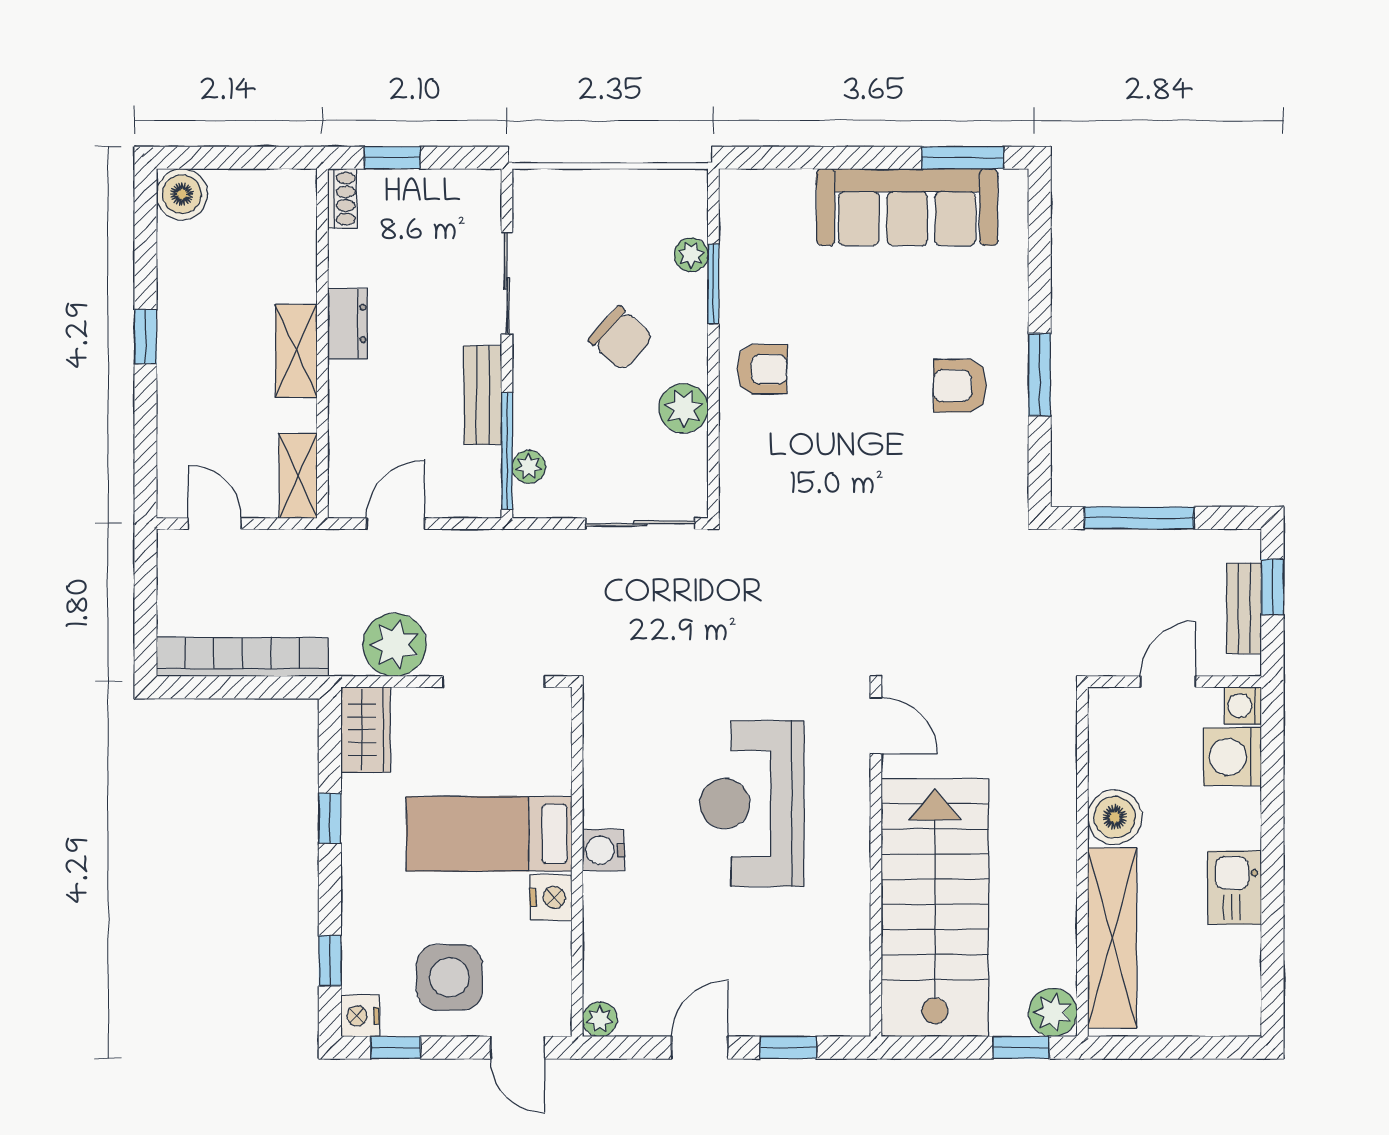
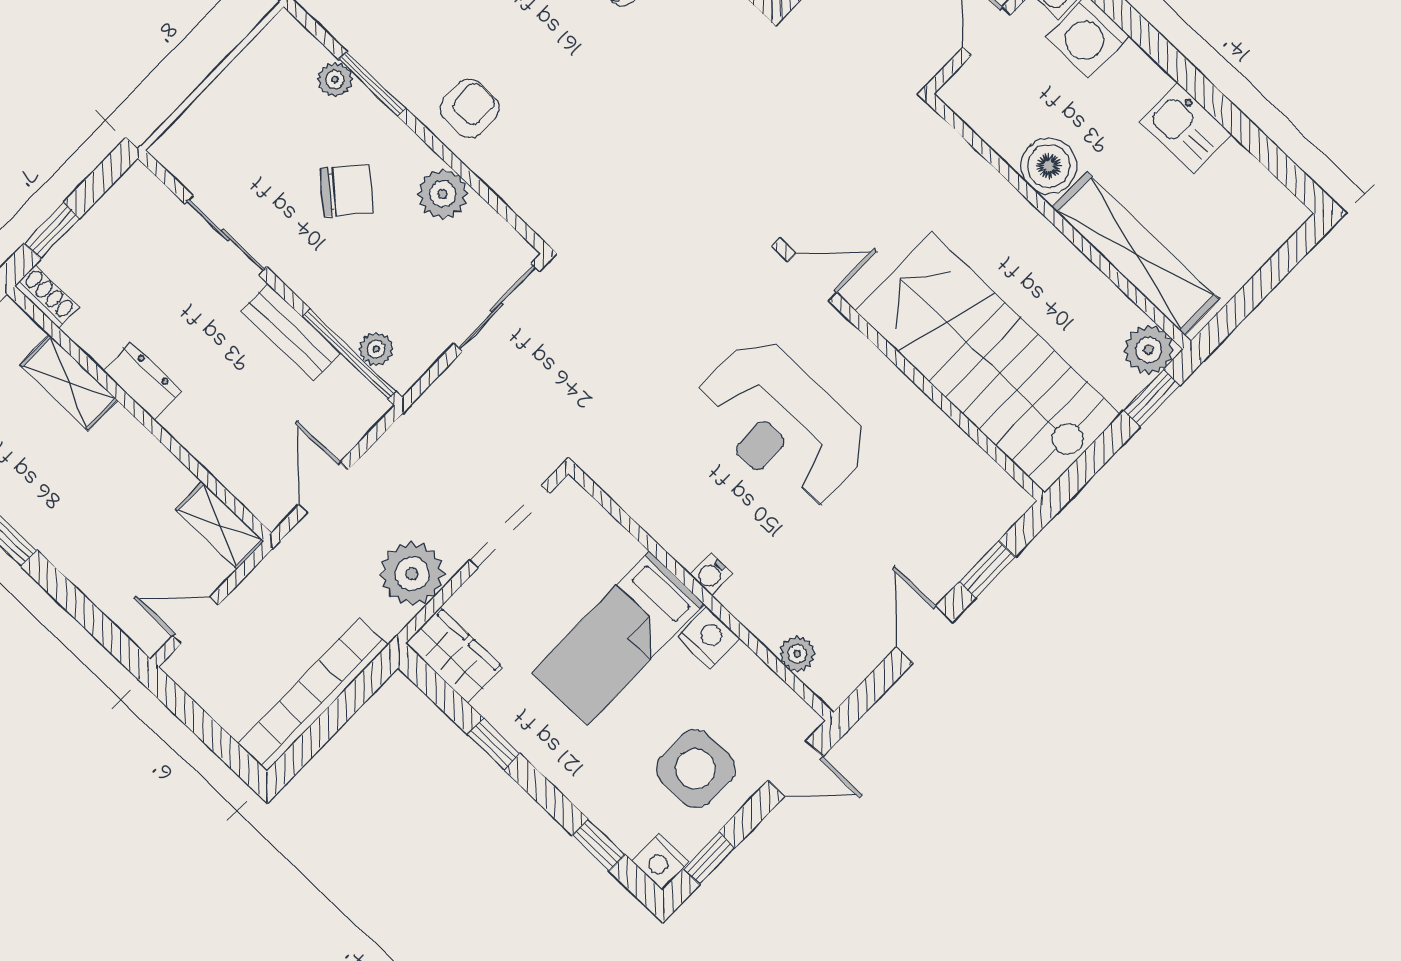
shelving: (296, 351) -> (69, 383), moved
water cooler: (603, 850) -> (711, 574), width x0.72, depth x0.72
plant: (600, 1019) -> (797, 654), moved

